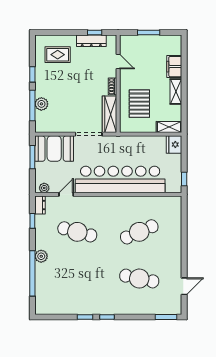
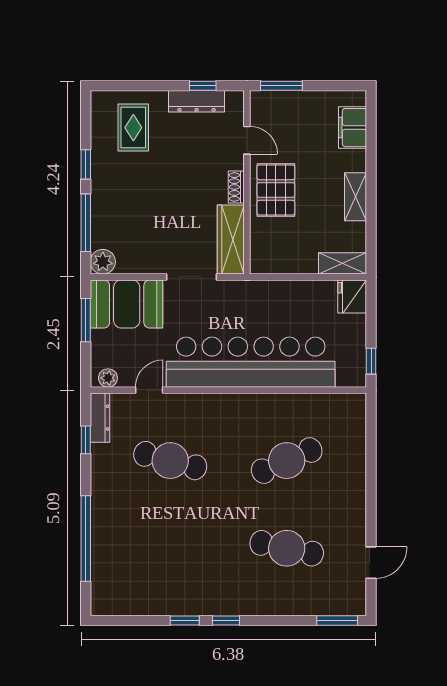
window: (149, 33) -> (281, 86), moved
rug: (58, 55) -> (133, 128), turned 90
filing cabinet: (174, 67) -> (353, 128), moved
plant: (41, 104) -> (103, 262), moved
pallet: (139, 104) -> (276, 190), moved
dresser: (40, 205) -> (100, 418), width x1.44
plant: (41, 256) -> (102, 506), removed

